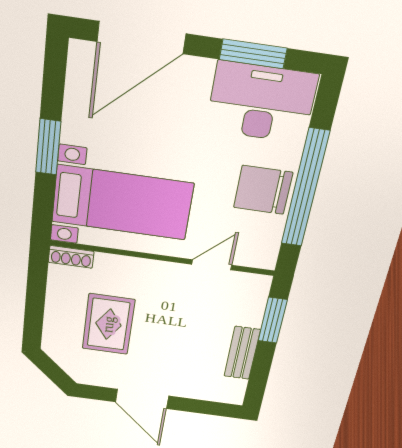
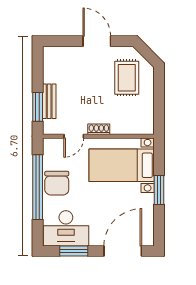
chair: (263, 190) -> (57, 183), turned 90
shoe rack: (71, 257) -> (99, 129), moved
rug: (108, 324) -> (127, 78), moved
bench: (242, 353) -> (49, 101), moved

